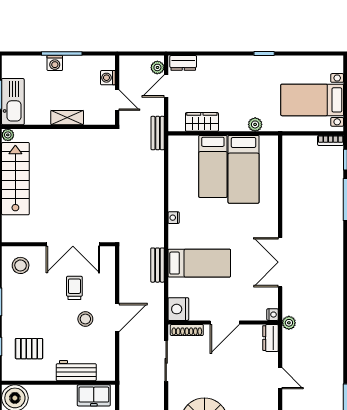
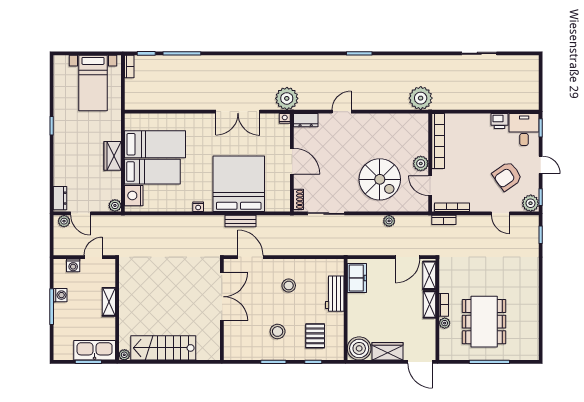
washing machine: (55, 63) -> (60, 295), moved
wardrobe: (202, 122) -> (113, 156), moved
plant: (255, 124) -> (115, 205), moved
bench: (158, 133) -> (123, 221), removed
bed: (199, 263) -> (239, 184), width x2.04
stool: (21, 265) -> (278, 331), moved
trolley: (74, 288) -> (261, 295), removed
nightstand: (178, 309) -> (134, 196), moved, turned 90
door: (117, 318) -> (250, 257), moved
plant: (289, 323) -> (287, 98), width x1.88, depth x1.88
shoe rack: (187, 330) -> (299, 199), width x0.70

